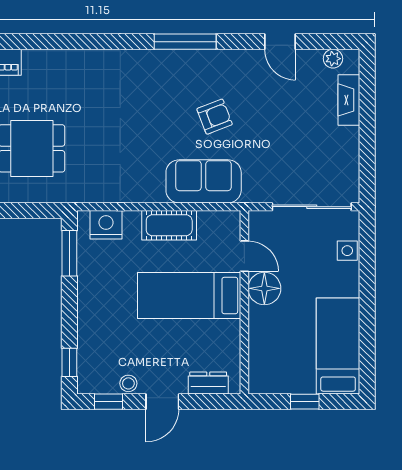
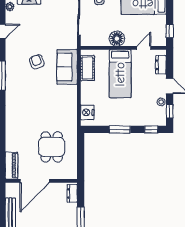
cot: (169, 225) -> (87, 68), moved
window: (69, 253) -> (120, 129), moved
door: (244, 256) -> (144, 48), moved
window: (305, 402) -> (170, 31), moved

